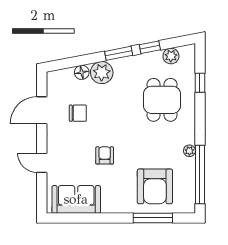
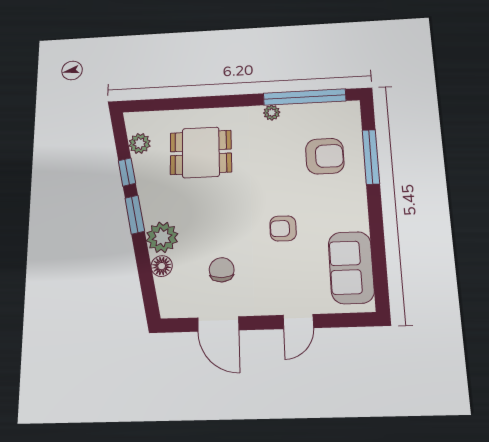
window: (200, 83) -> (177, 104), removed
armchair: (155, 186) -> (325, 156), width x0.73, depth x0.73

